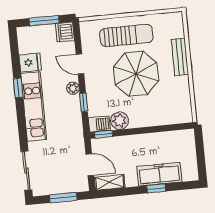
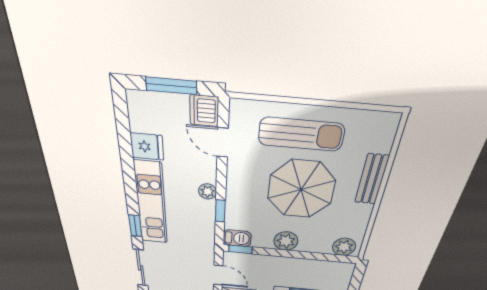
door: (80, 64) -> (222, 142), moved
window: (18, 88) -> (135, 226), moved
plant: (180, 115) -> (344, 247), added
plant: (120, 121) -> (286, 241), moved

